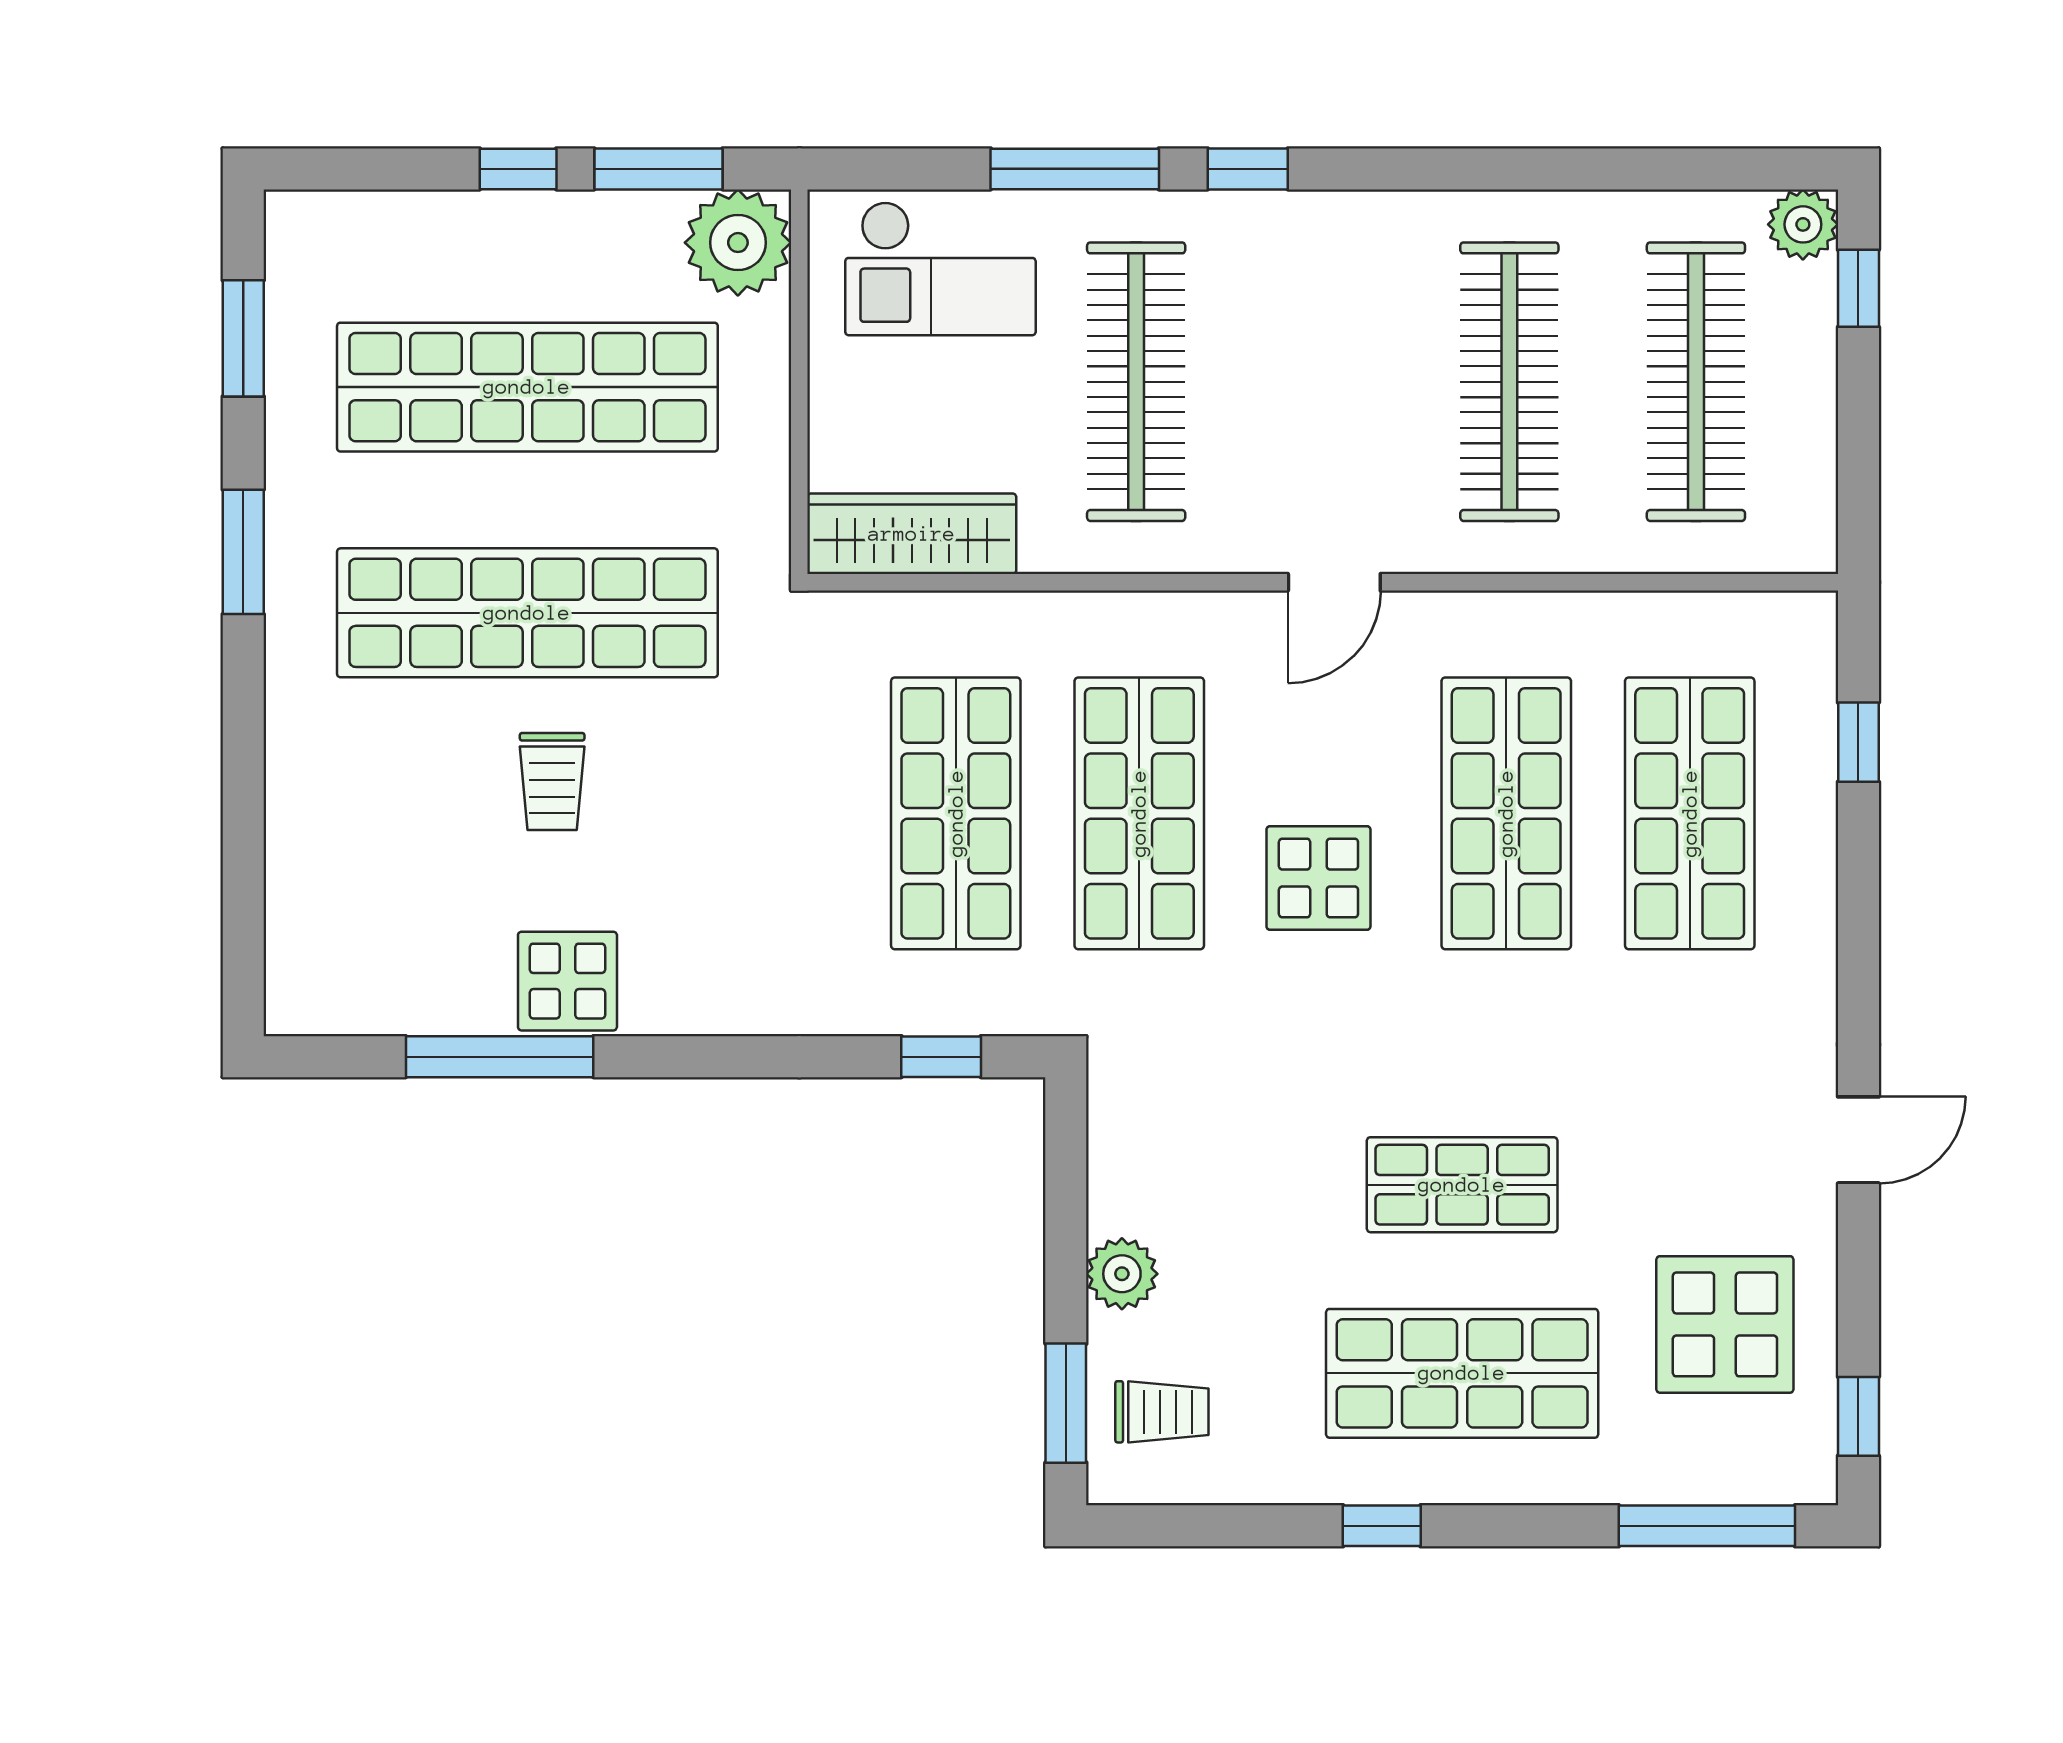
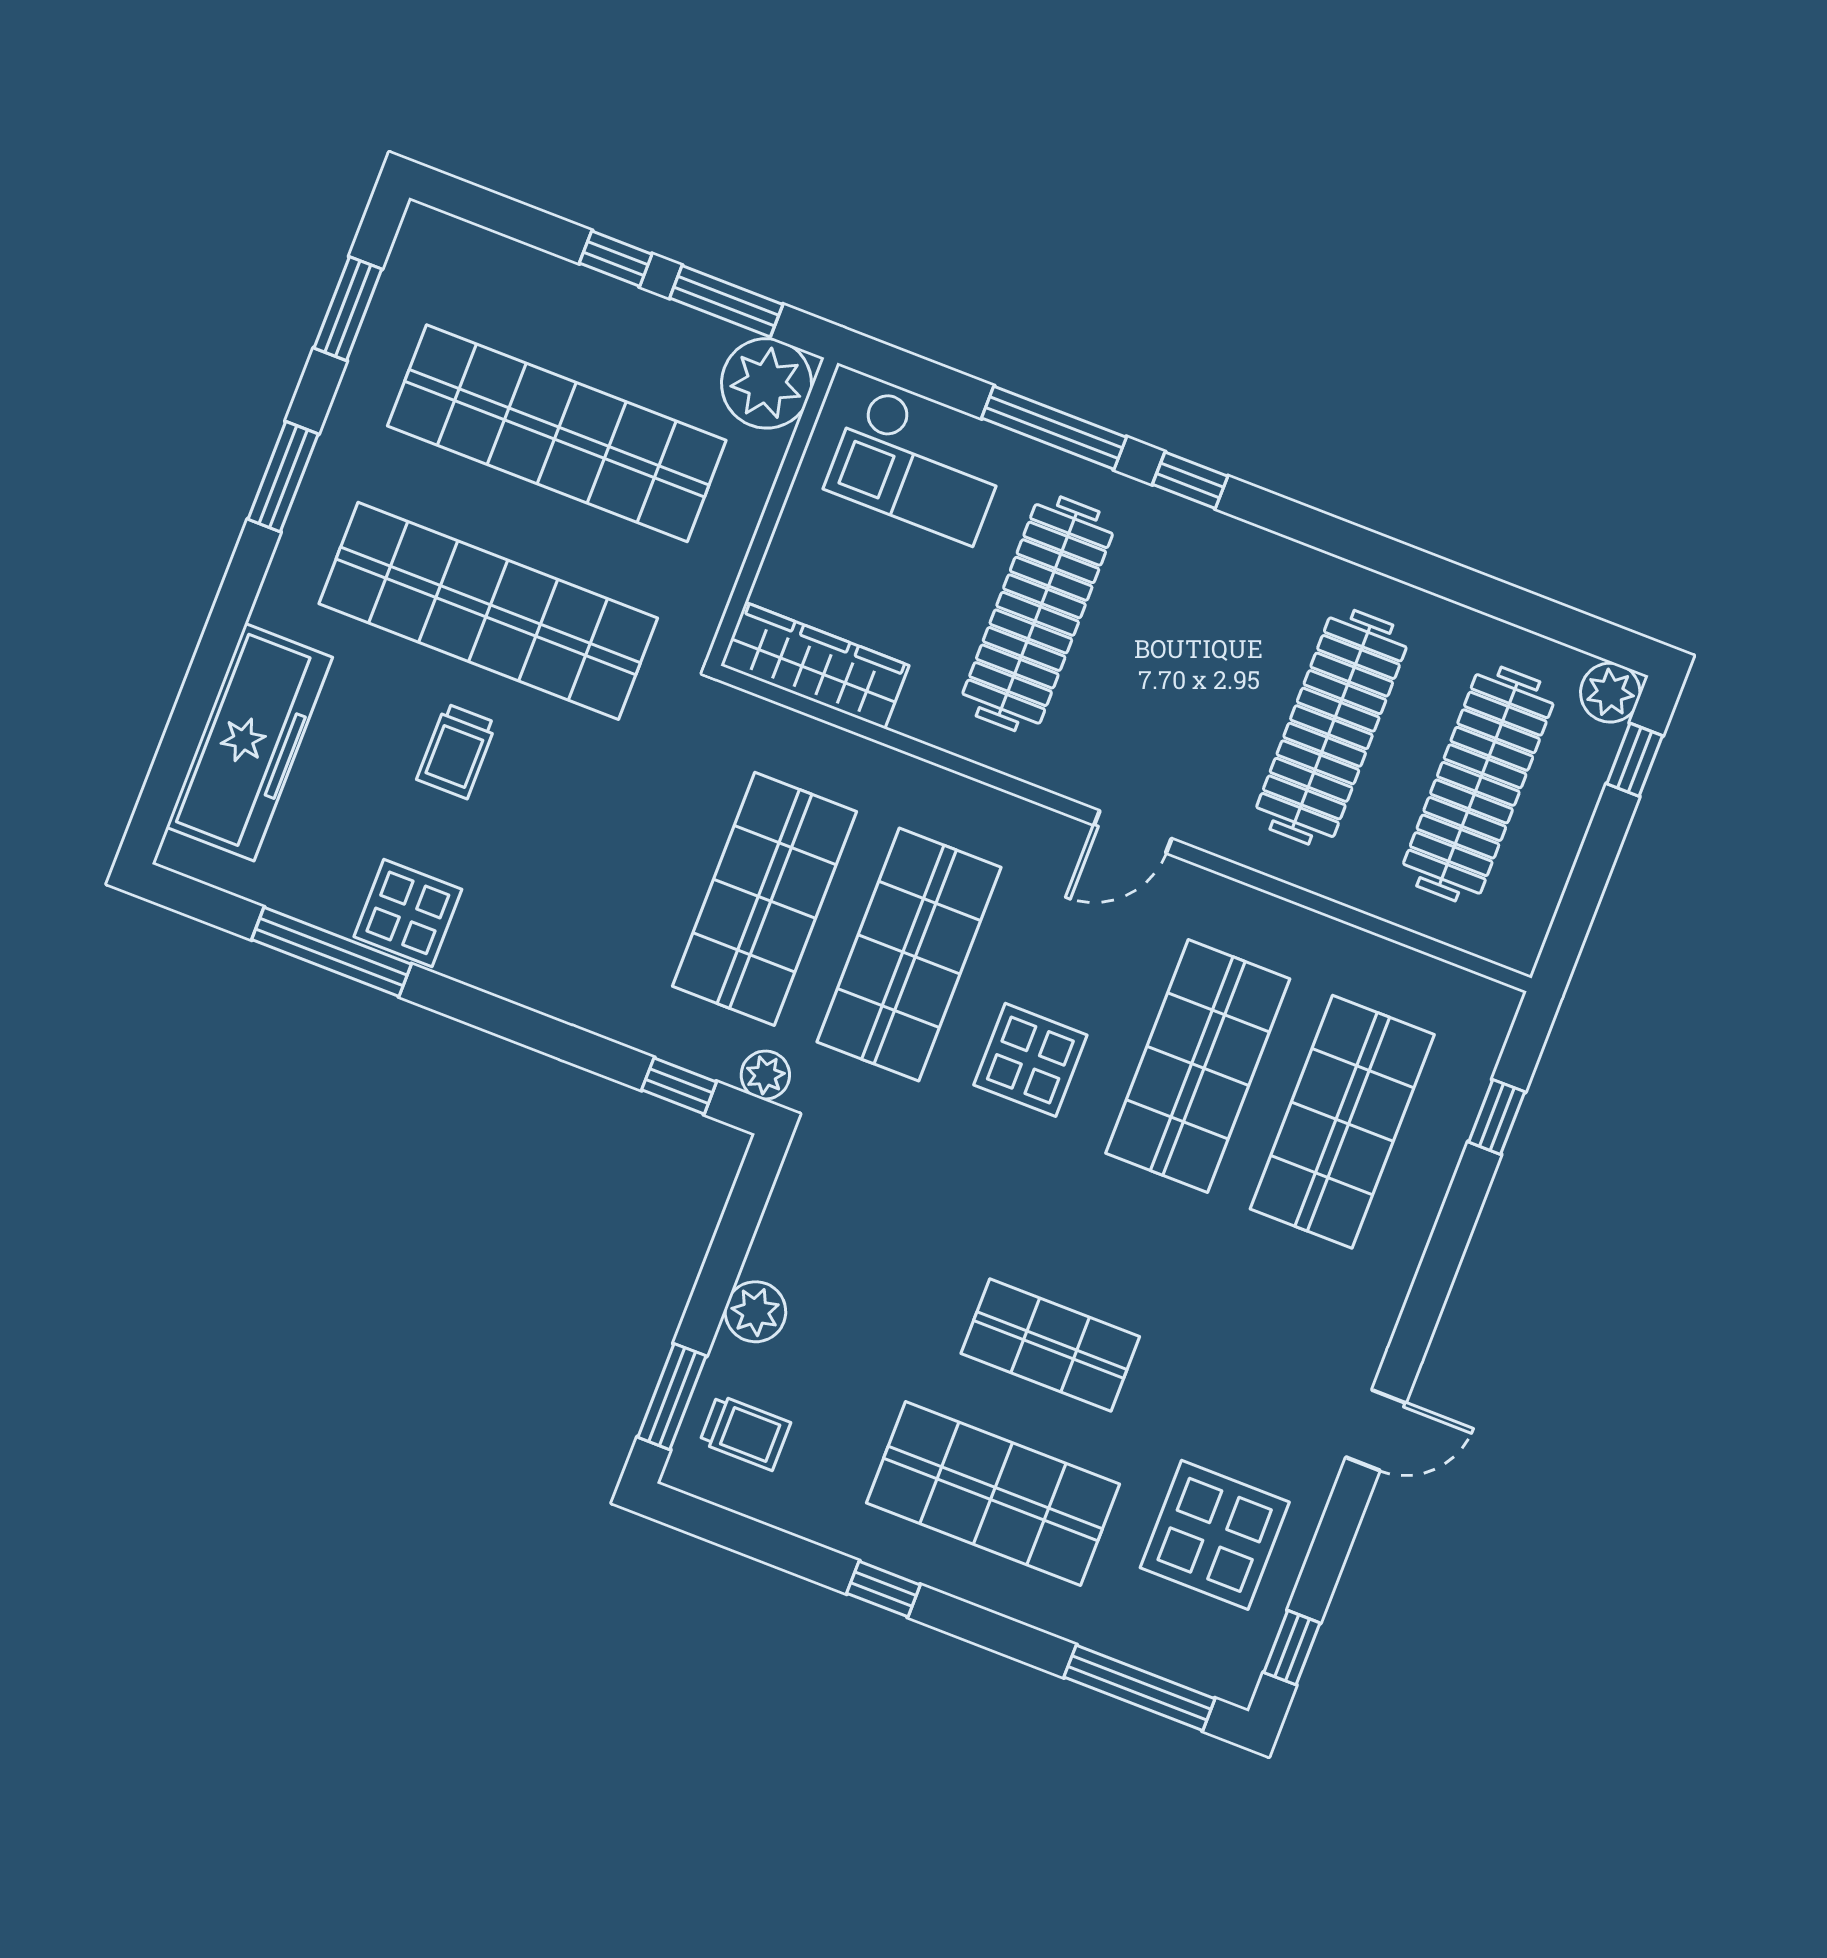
freezer: (319, 860) -> (249, 742), added
plant: (1032, 1008) -> (765, 1075), added

